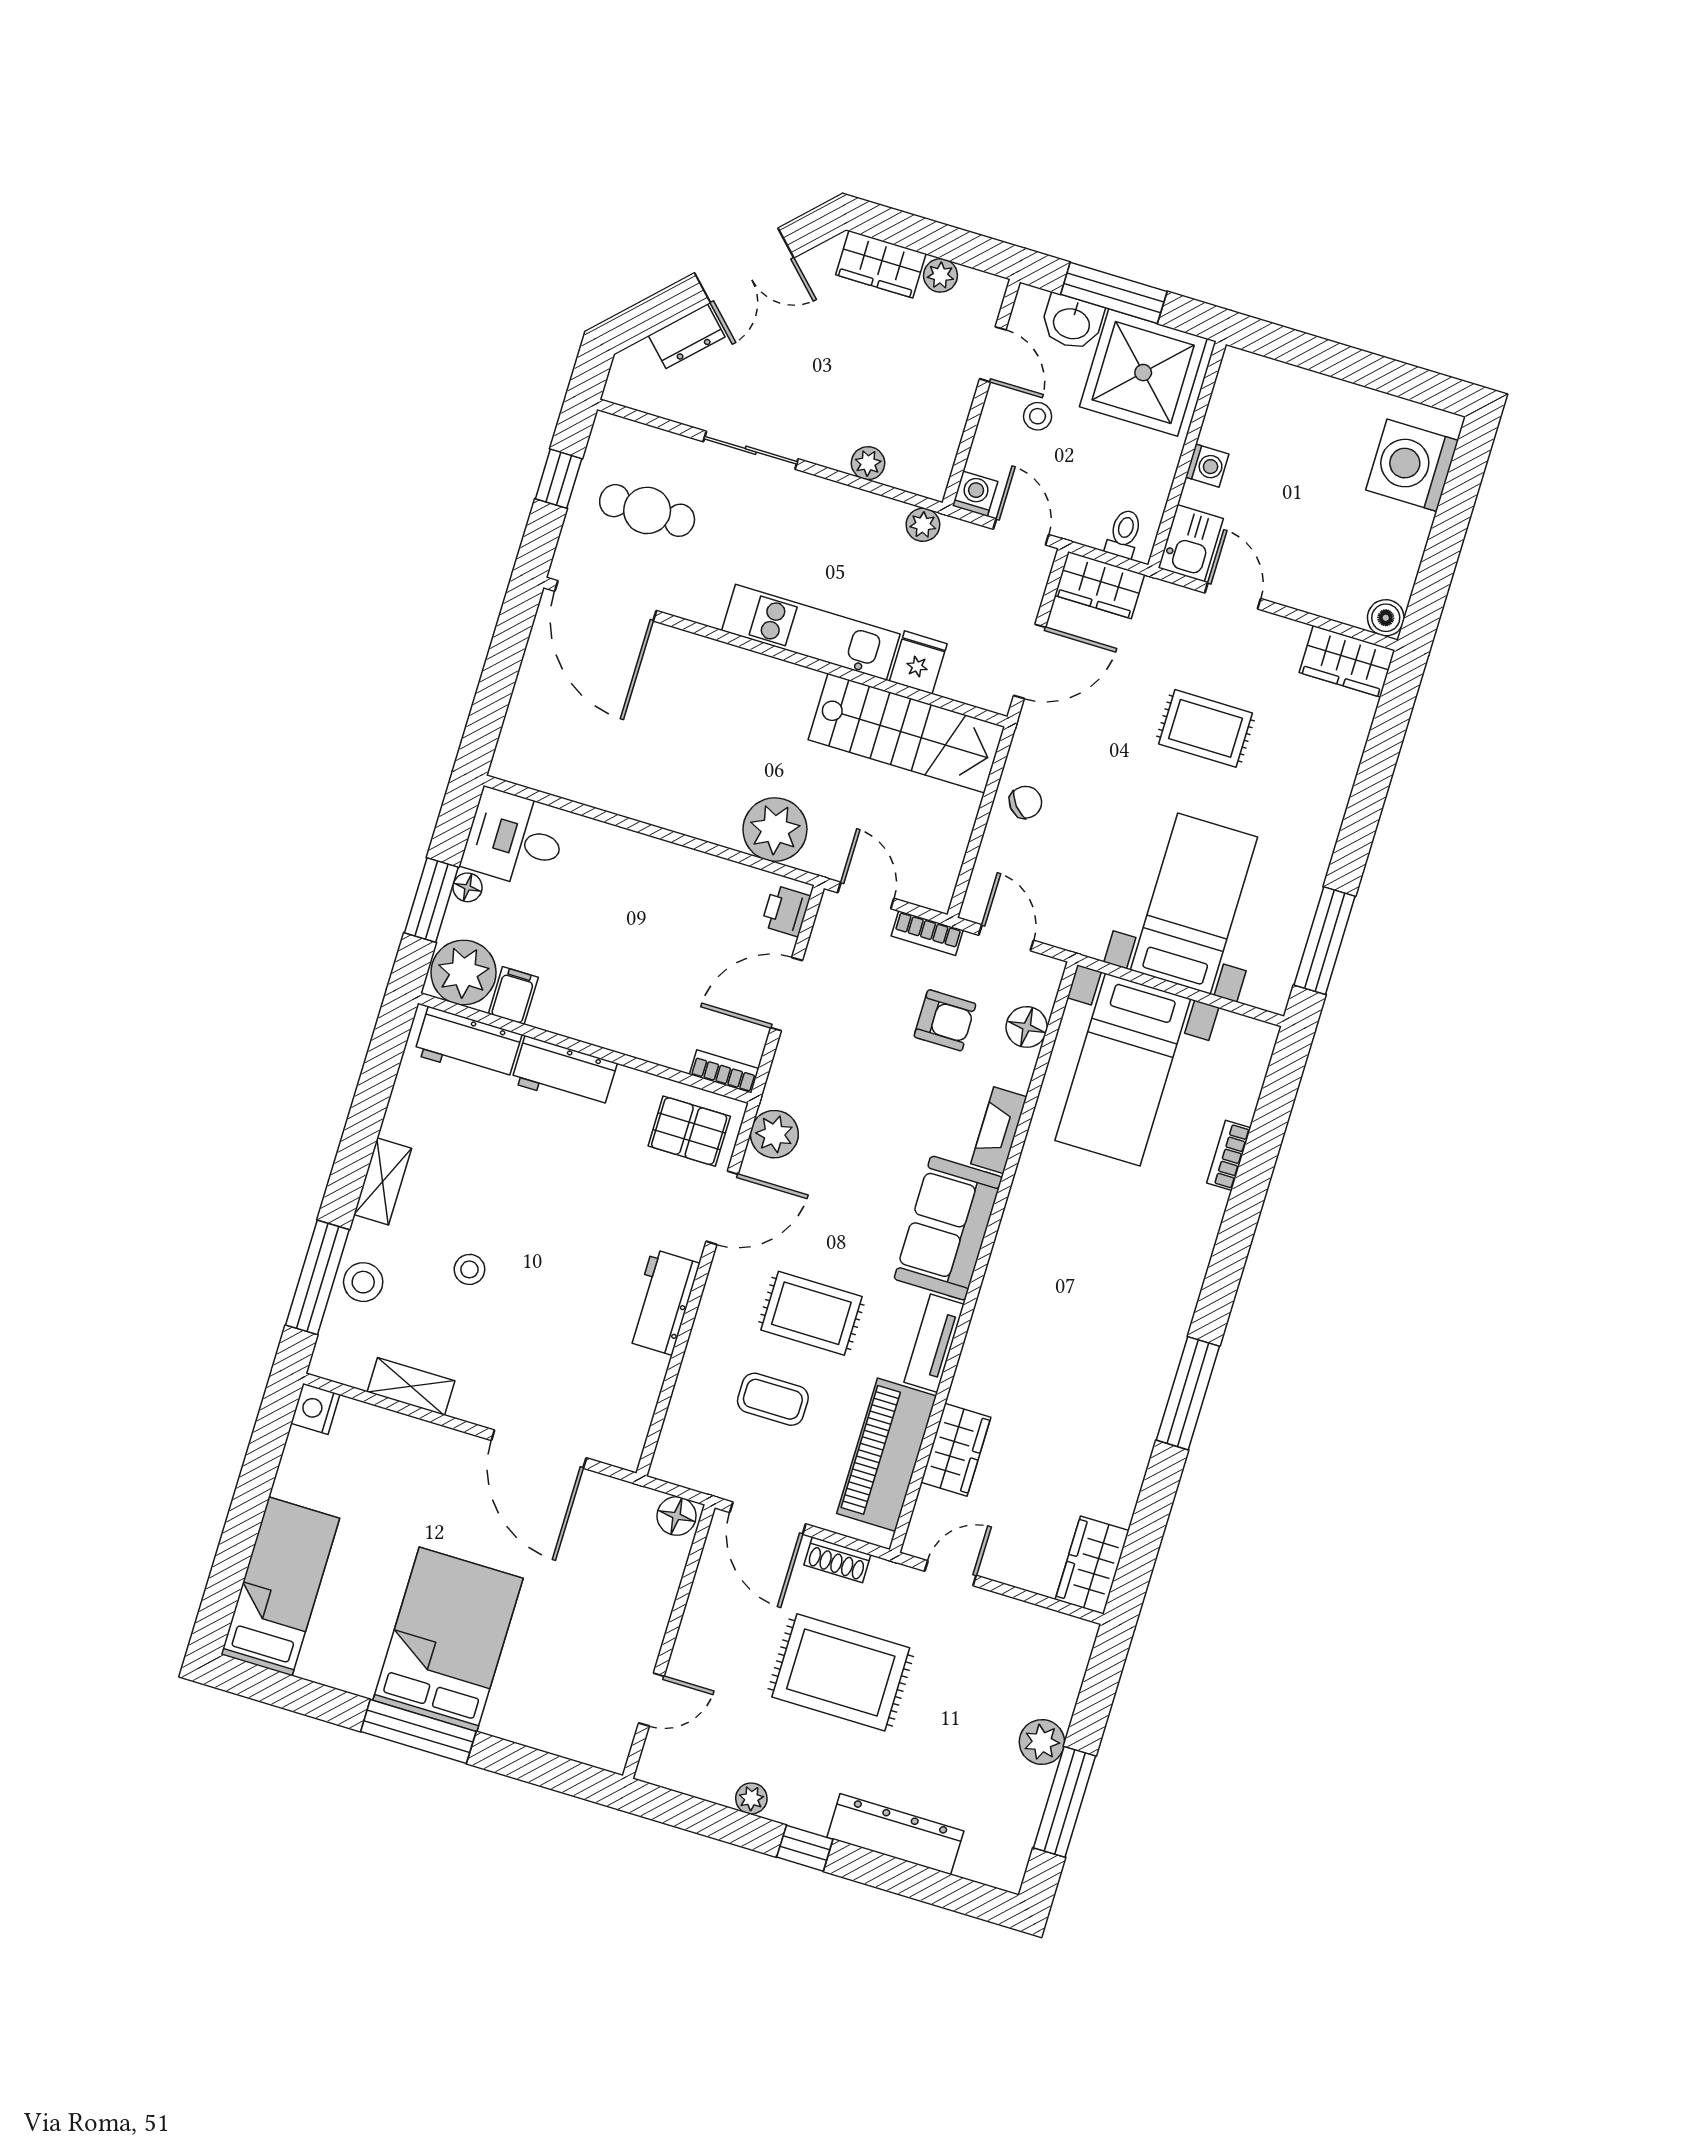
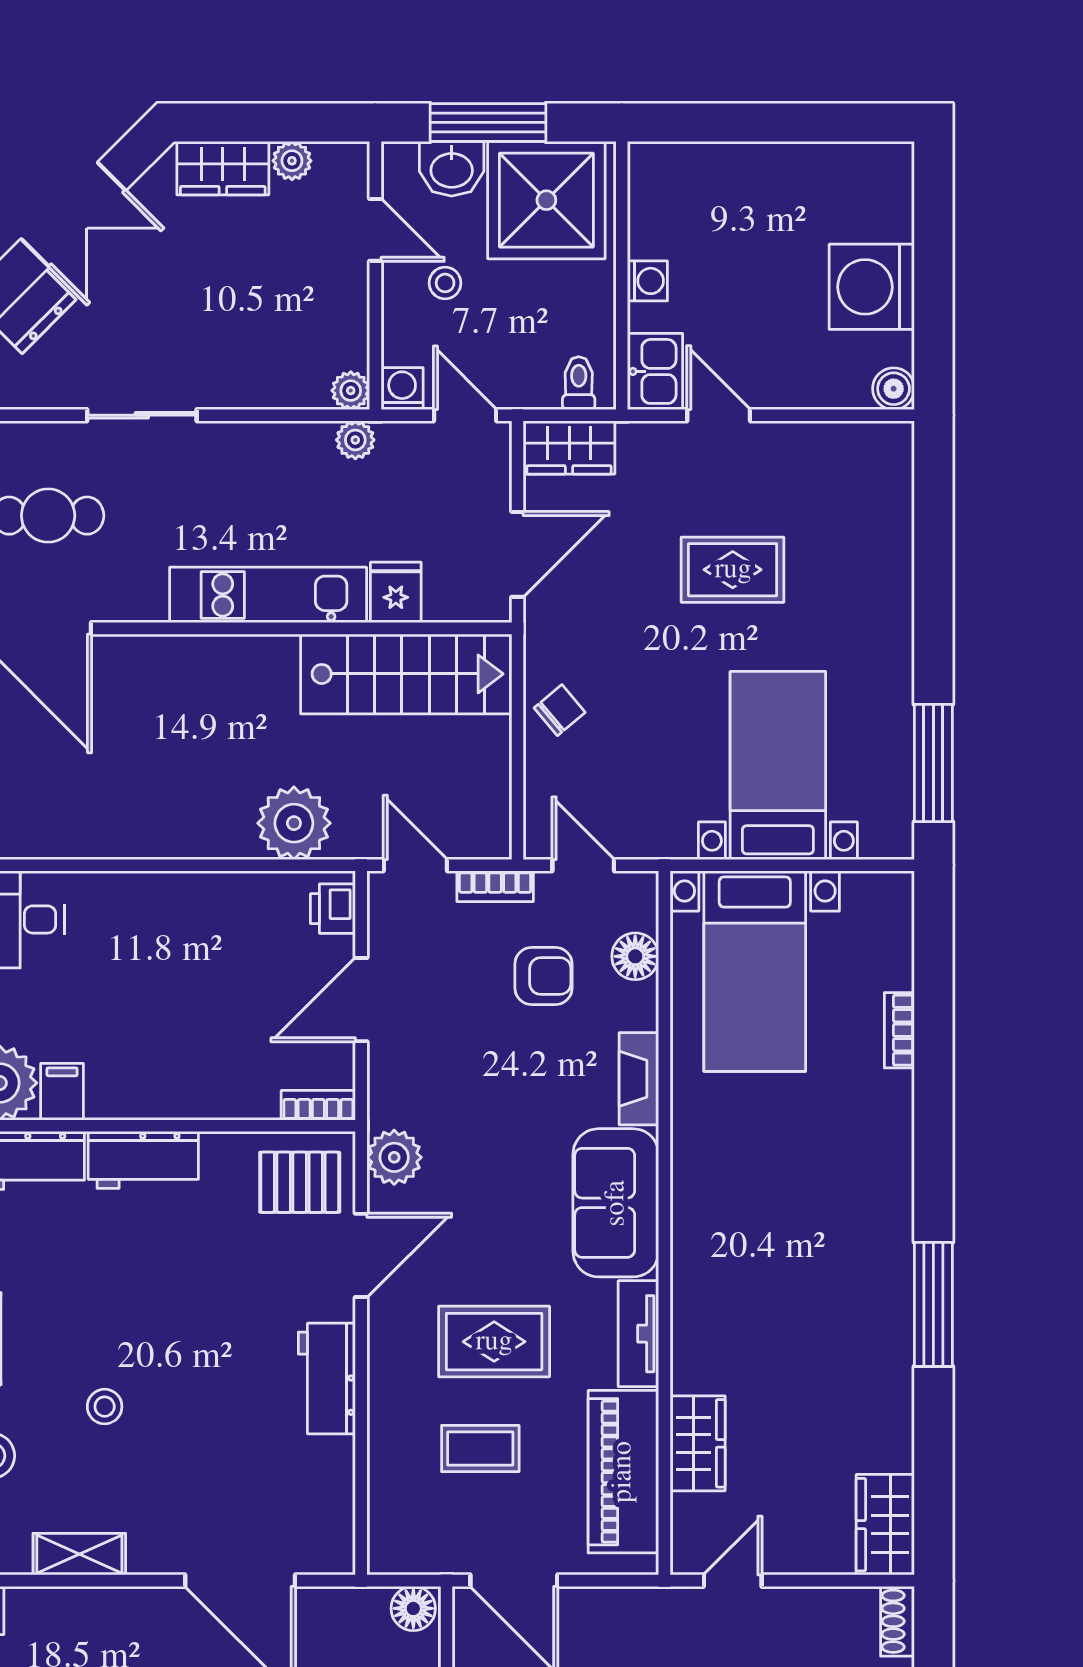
plant: (868, 463) -> (351, 391), moved
washing machine: (1412, 465) -> (872, 287), moved
wardrobe: (1347, 661) -> (866, 449), removed
shoe rack: (837, 1560) -> (898, 1621), moved, turned 90

